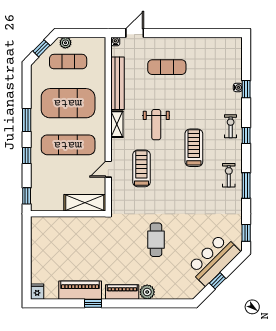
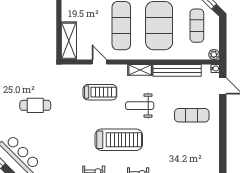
plant: (65, 43) -> (214, 54), moved
exercise mat: (167, 67) -> (192, 115), turned 90
treadmill: (194, 148) -> (119, 140), width x1.37, depth x1.38

